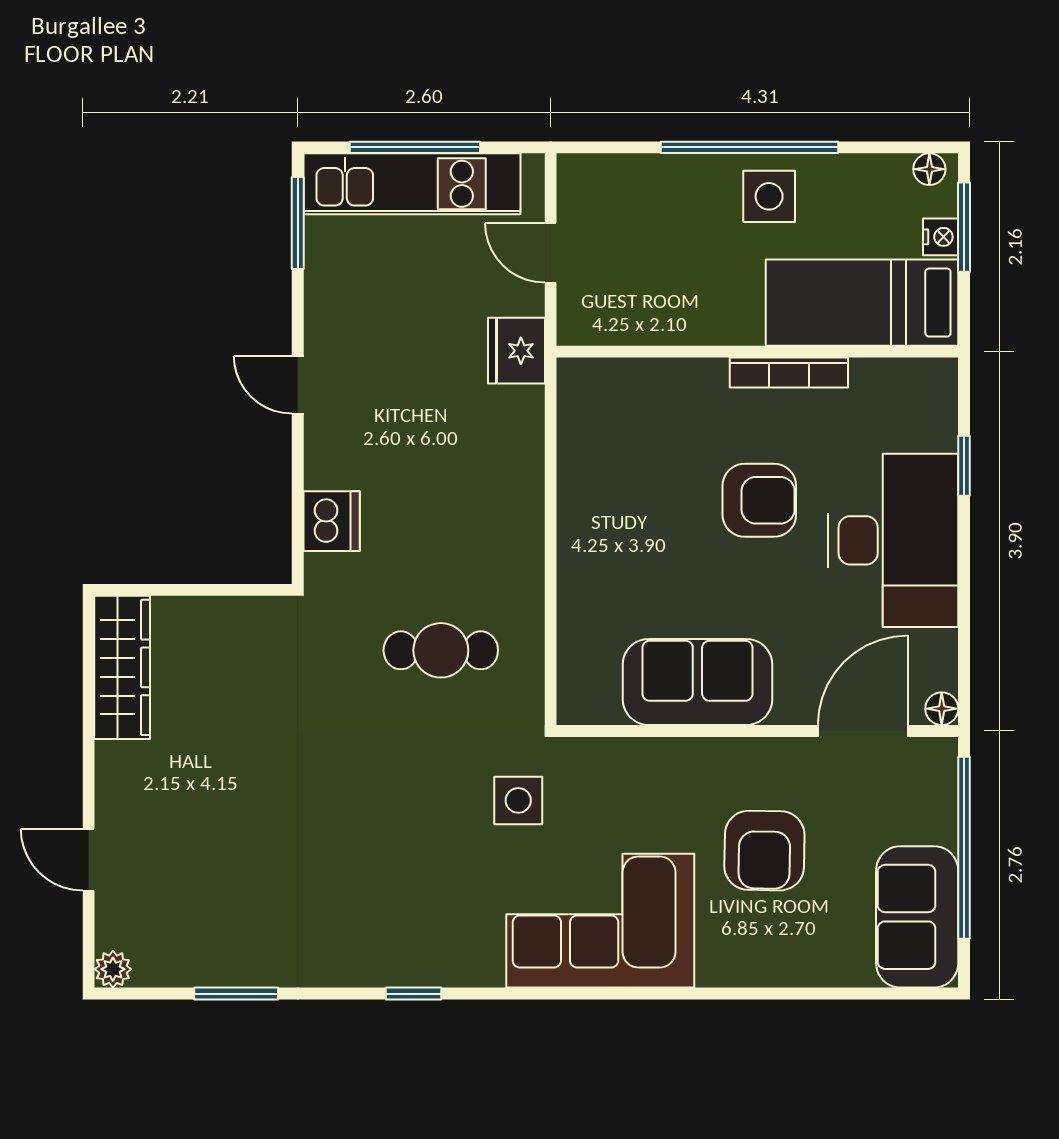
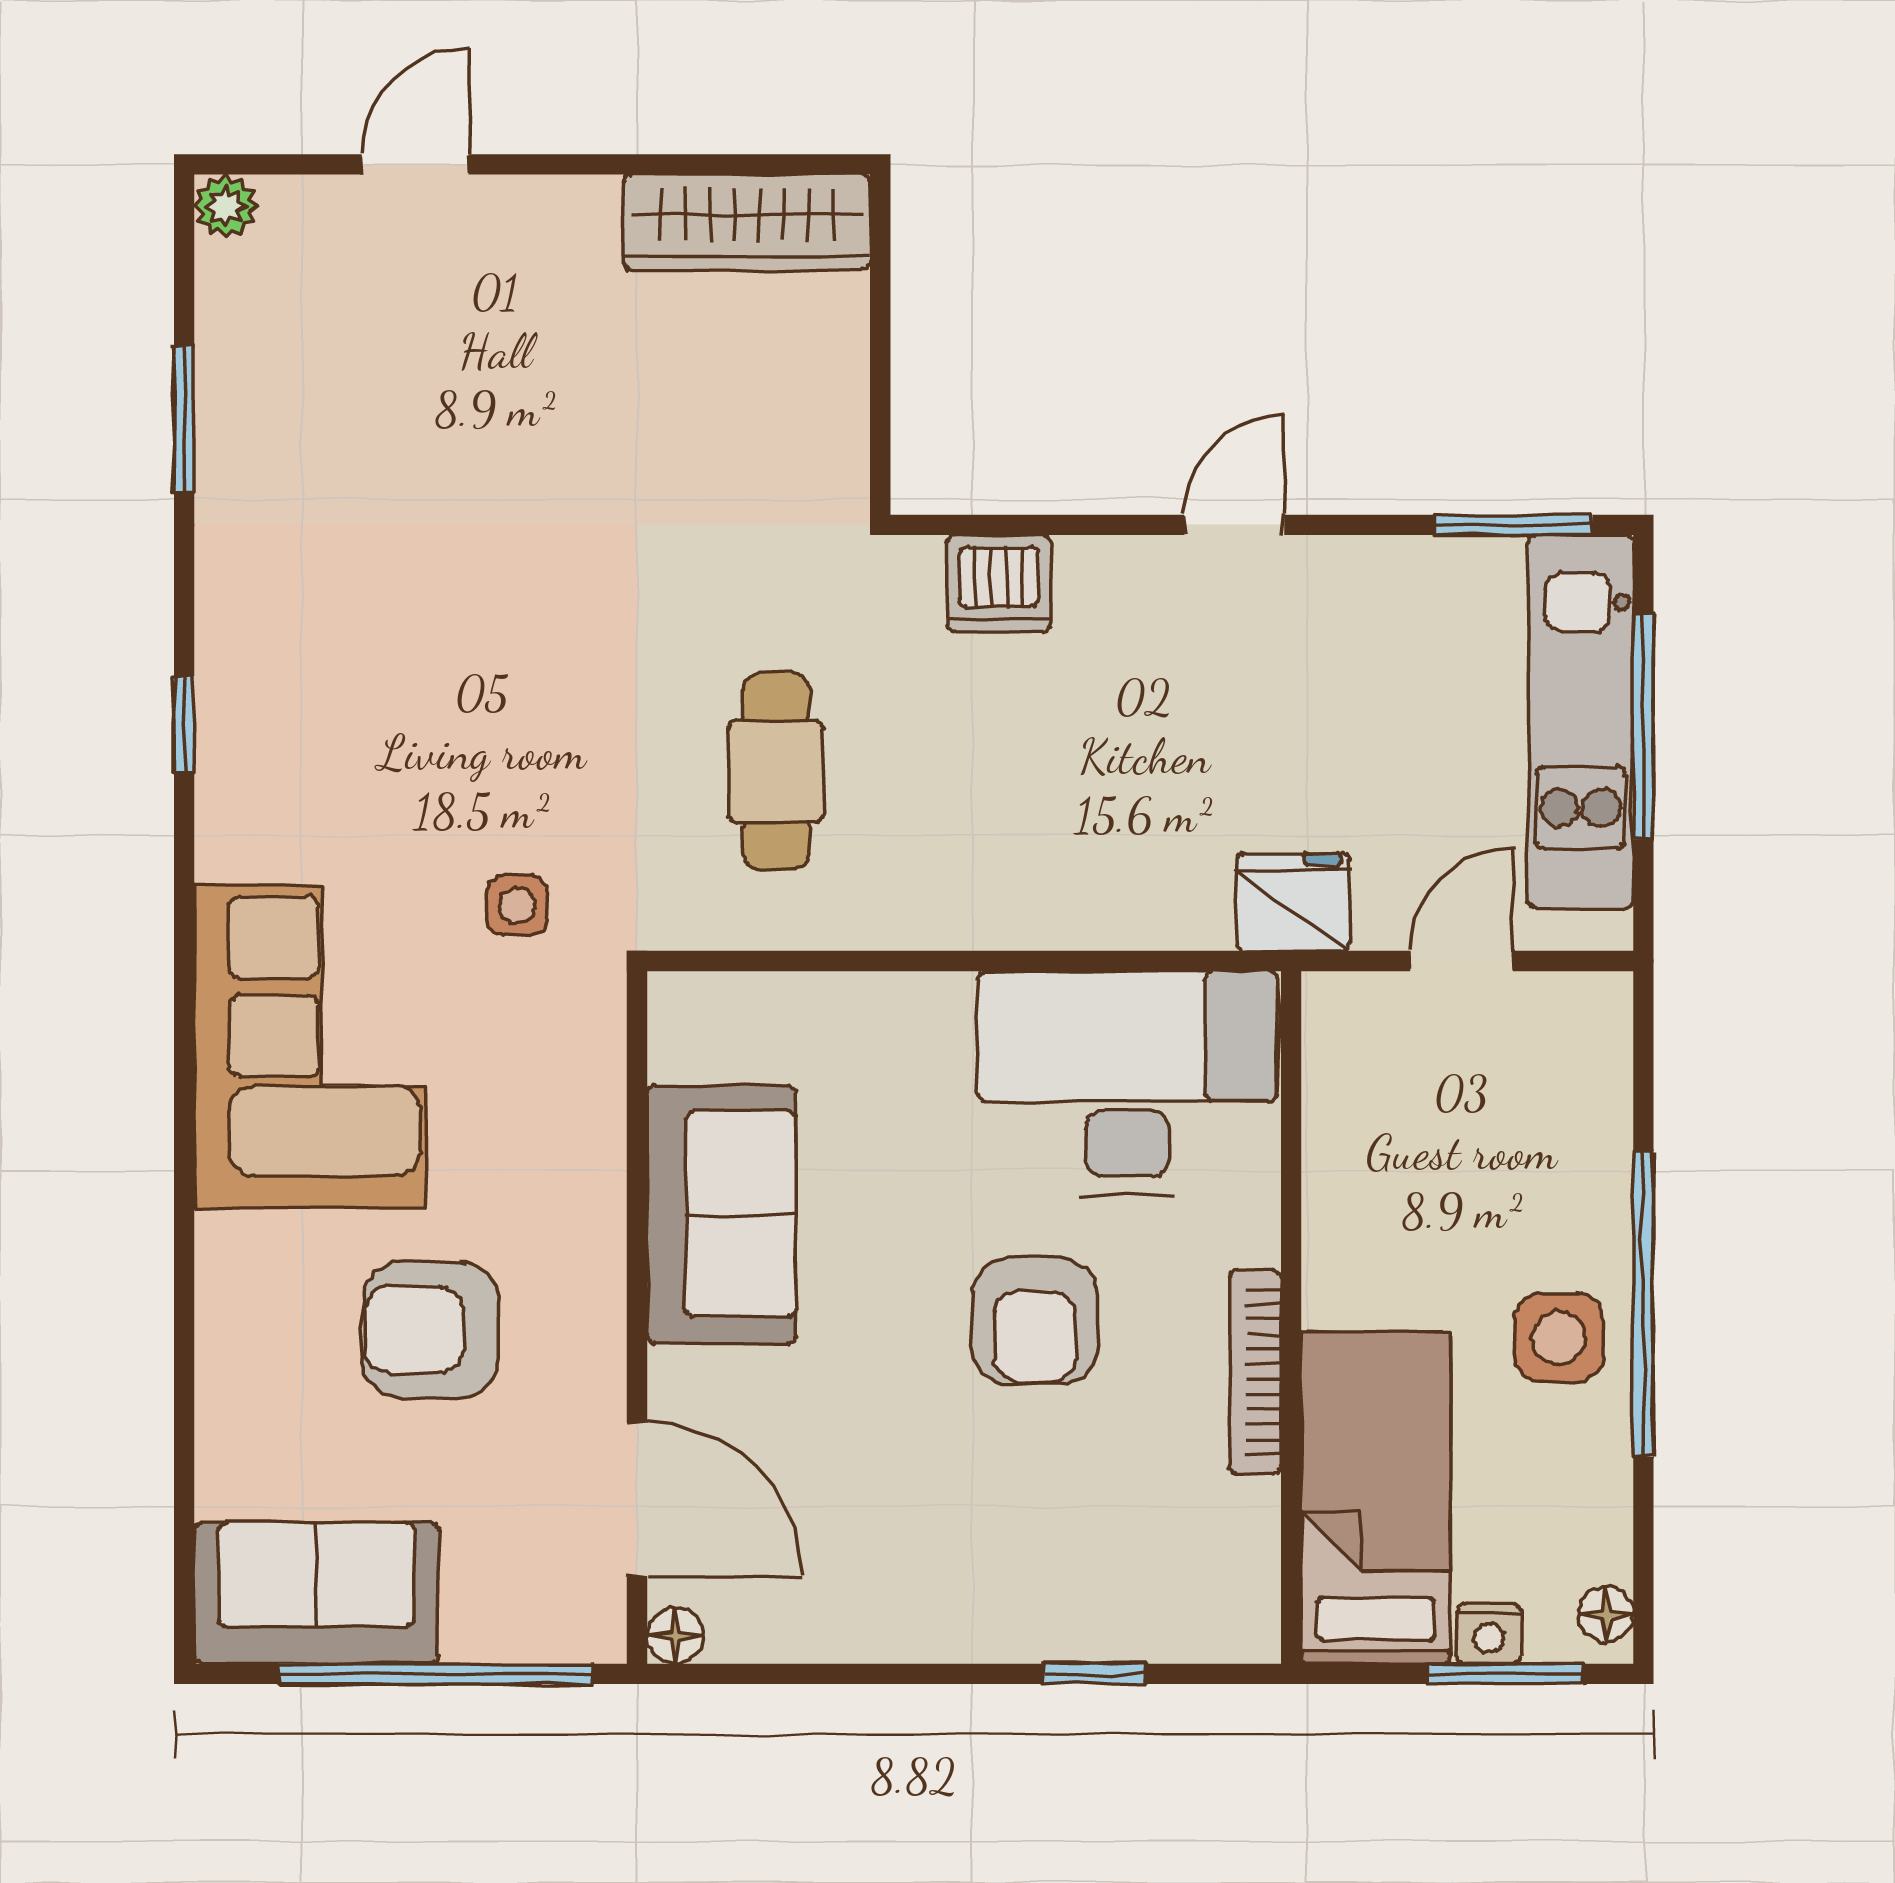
desk: (893, 540) -> (1127, 1083), moved, turned 180
side table: (518, 800) -> (517, 905), width x0.73, depth x0.73

